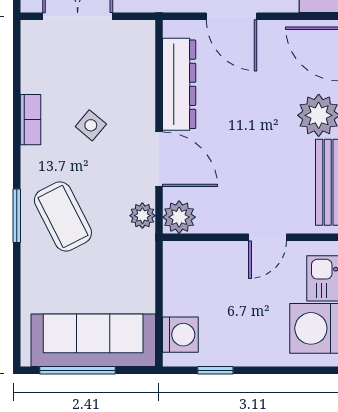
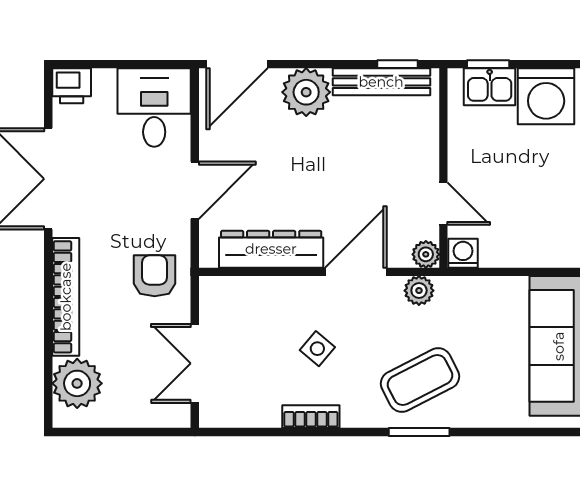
plant: (179, 217) -> (426, 254), width x0.73, depth x0.73
door: (268, 237) -> (443, 204), moved
washing machine: (180, 335) -> (463, 253), moved, width x0.73, depth x0.73

